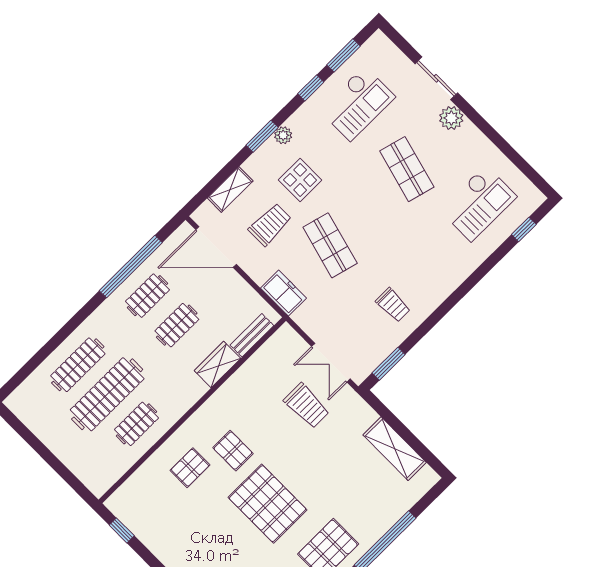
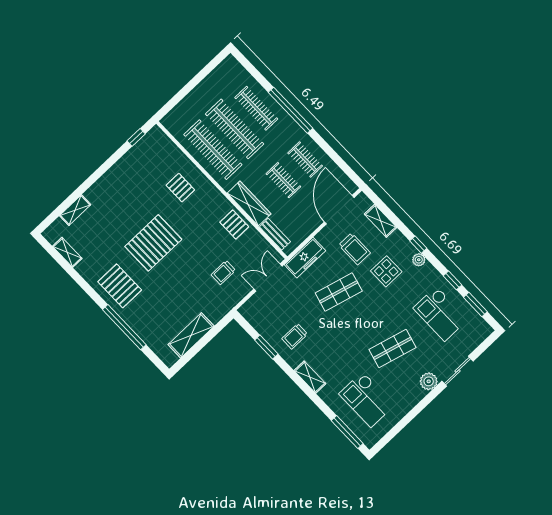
window: (262, 136) -> (418, 245), width x0.67
window: (524, 229) -> (347, 432), width x2.17
window: (131, 267) -> (291, 110), moved
shelving: (449, 283) -> (310, 377), added
freezer: (283, 293) -> (305, 258), width x1.40
double door: (331, 363) -> (268, 278), moved
window: (389, 364) -> (266, 347), moved
wardrobe: (217, 365) -> (249, 203), width x1.50
trolley: (307, 406) -> (223, 273), width x0.73, depth x0.72
clothes rail: (137, 424) -> (213, 150), width x1.86, depth x1.31
pallet: (233, 451) -> (234, 224), moved, turned 90

